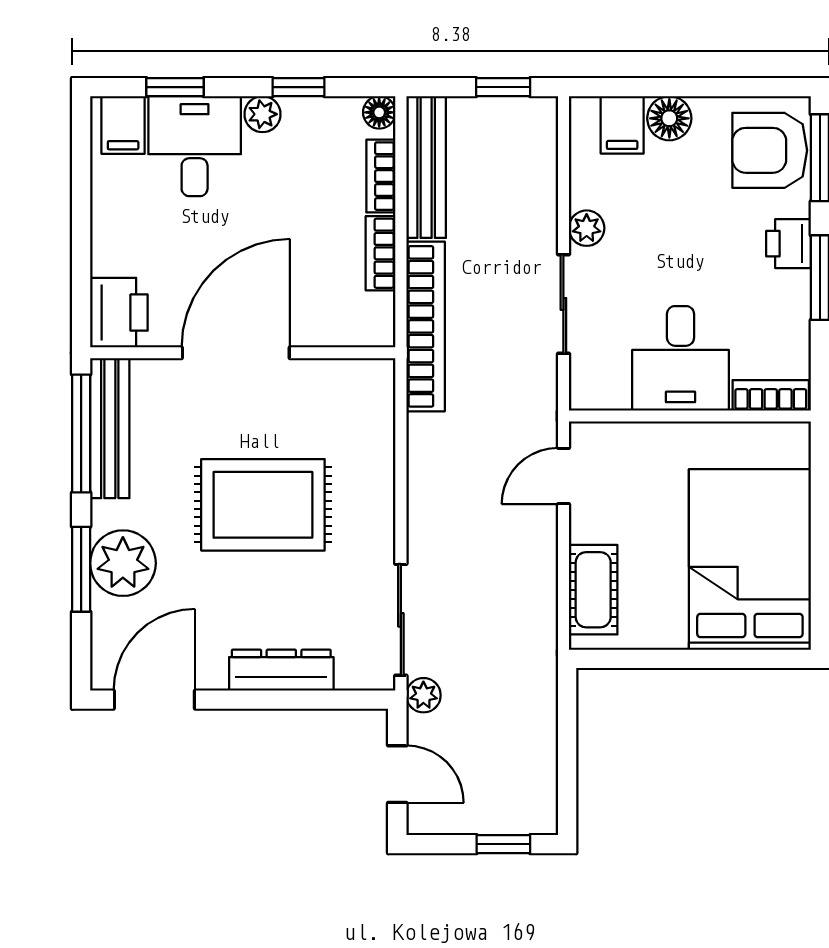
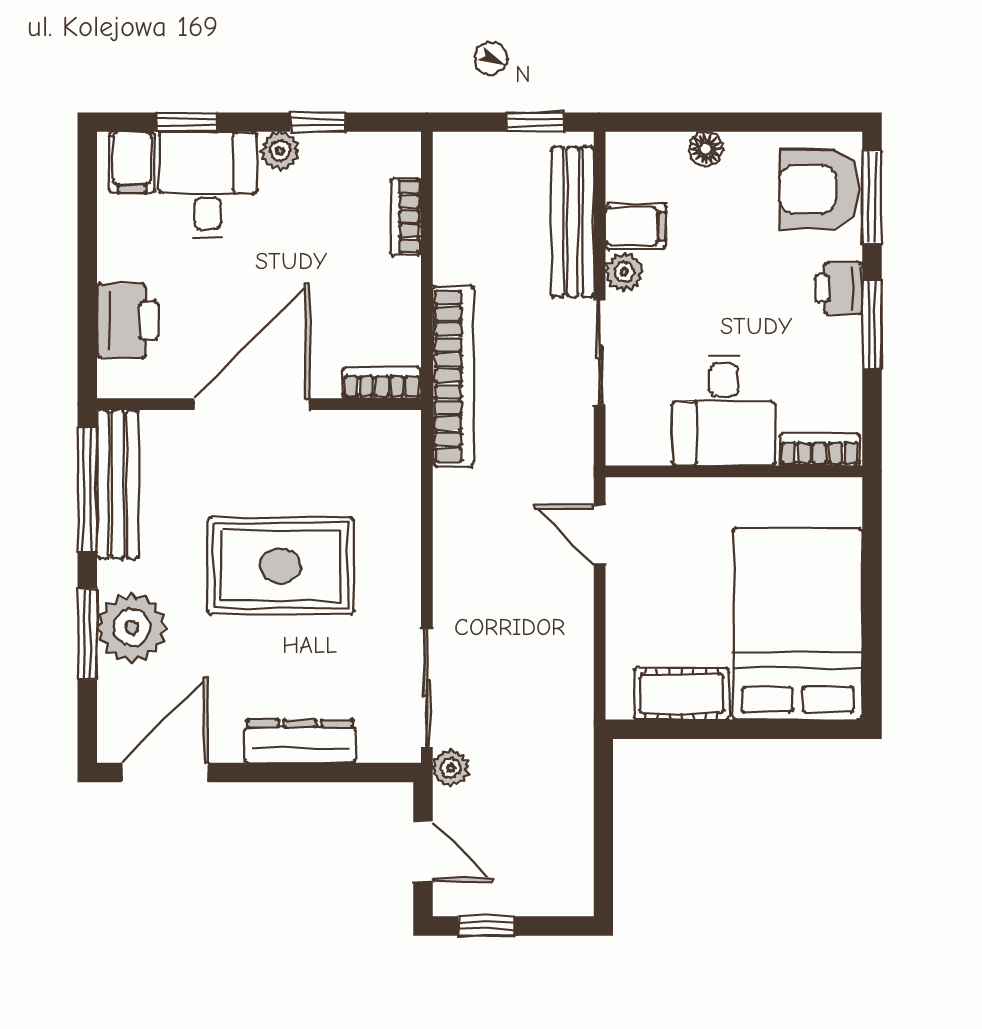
floor lamp: (379, 112) -> (404, 149), removed
floor lamp: (669, 118) -> (706, 149), width x0.73, depth x0.73
filing cabinet: (622, 125) -> (636, 226), moved, turned -90
bench: (426, 167) -> (573, 222), moved
bookcase: (381, 253) -> (382, 383), moved, turned 90
printer: (119, 313) -> (127, 320), moved
door: (563, 476) -> (600, 535), hinge flipped
cot: (593, 590) -> (681, 694), moved, turned 90
window: (503, 844) -> (487, 926), moved

